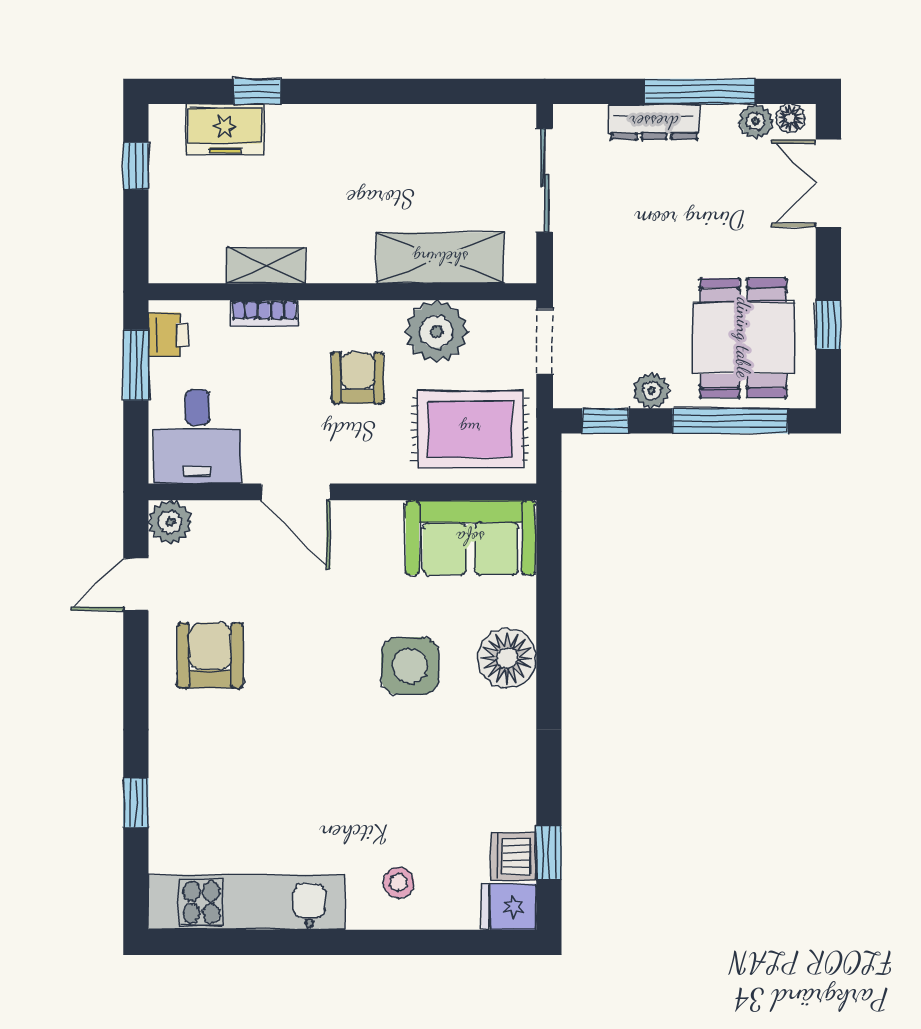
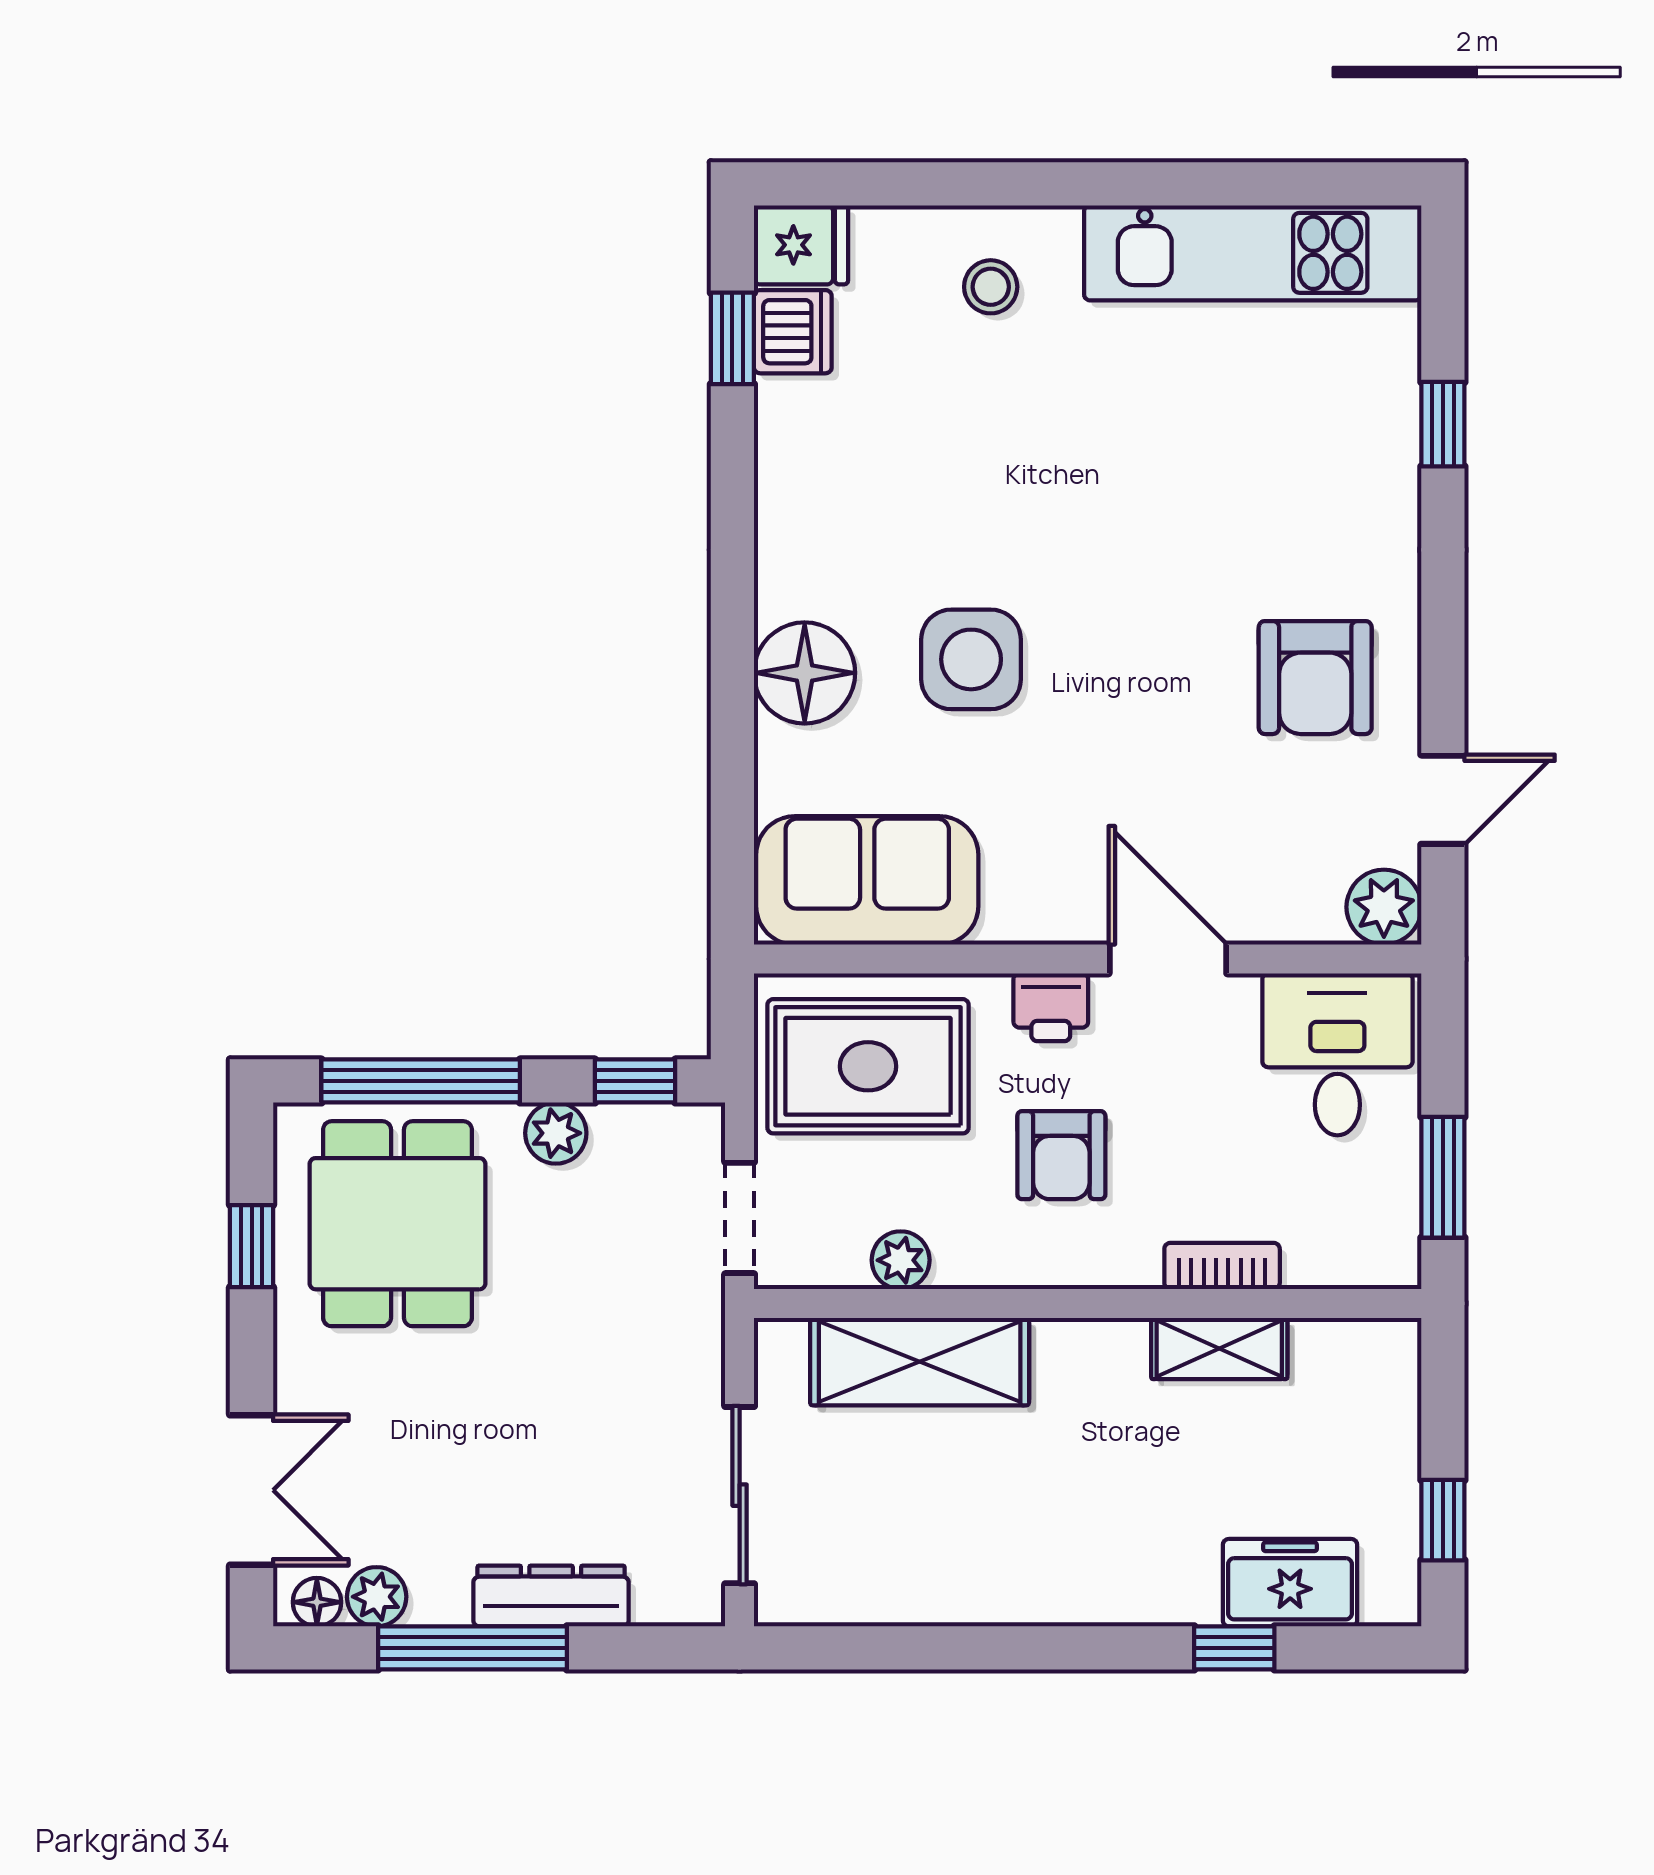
plant: (436, 332) -> (901, 1260), width x0.53, depth x0.53
printer: (168, 334) -> (1051, 1007), moved, turned -90

